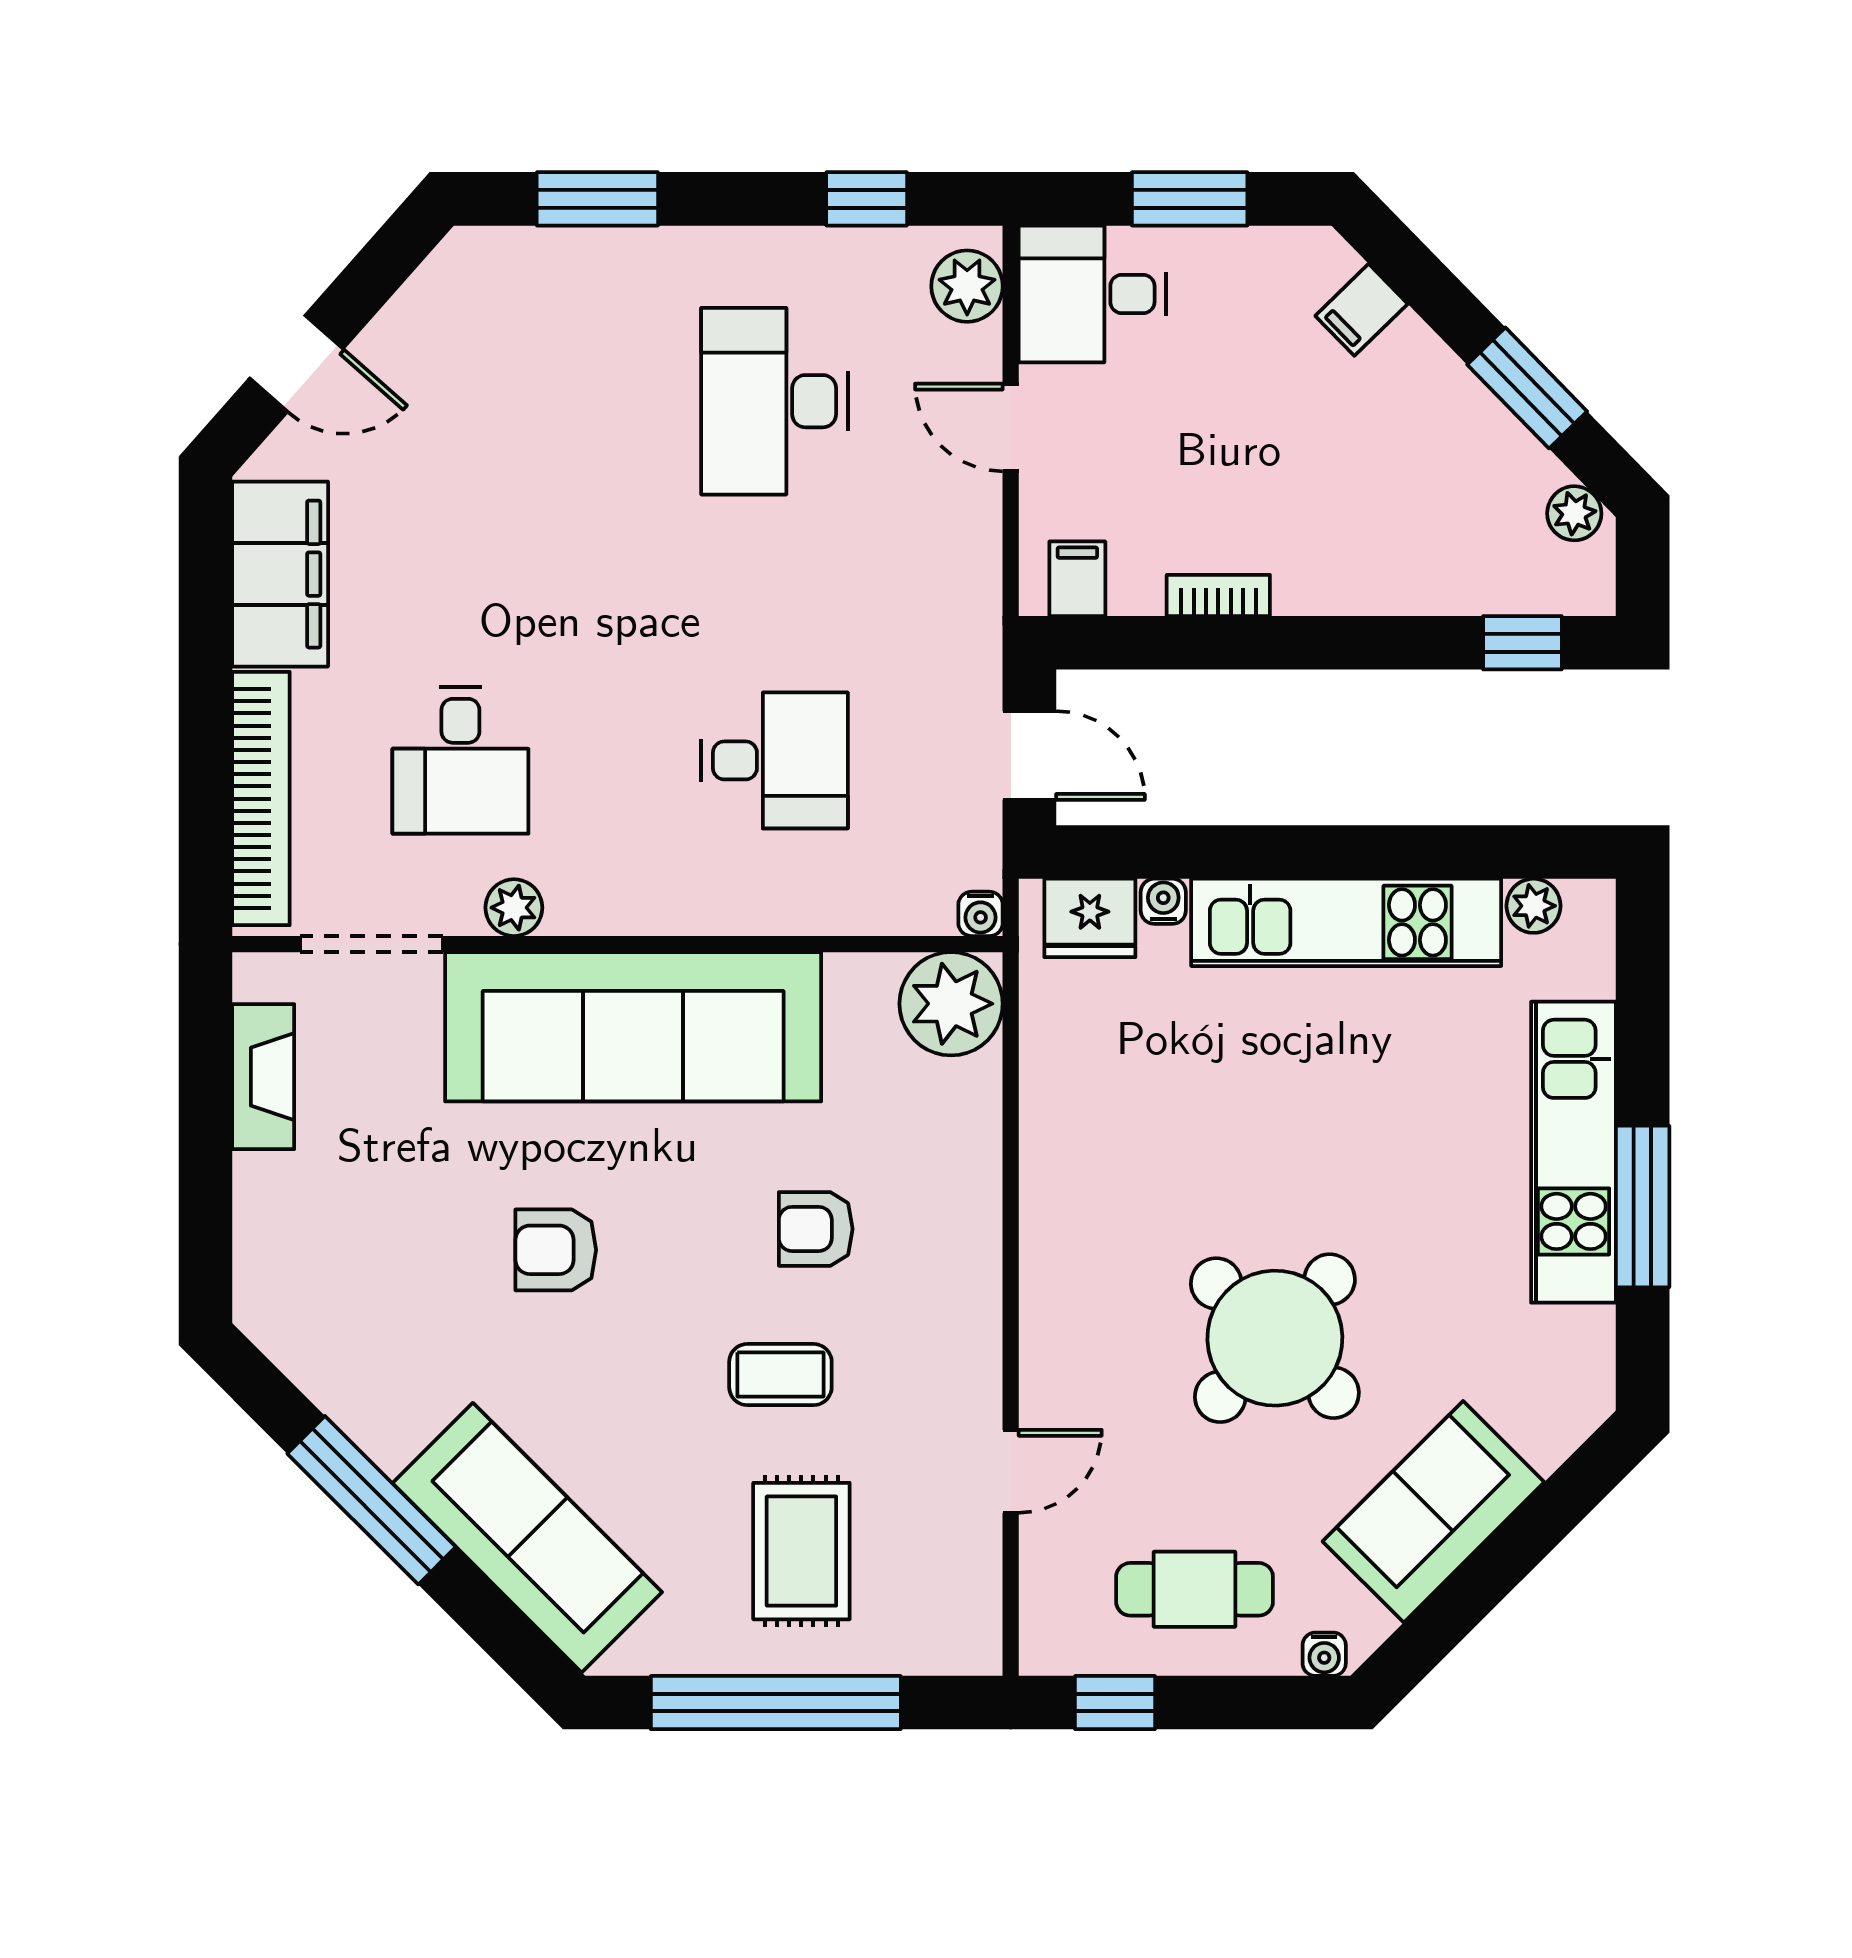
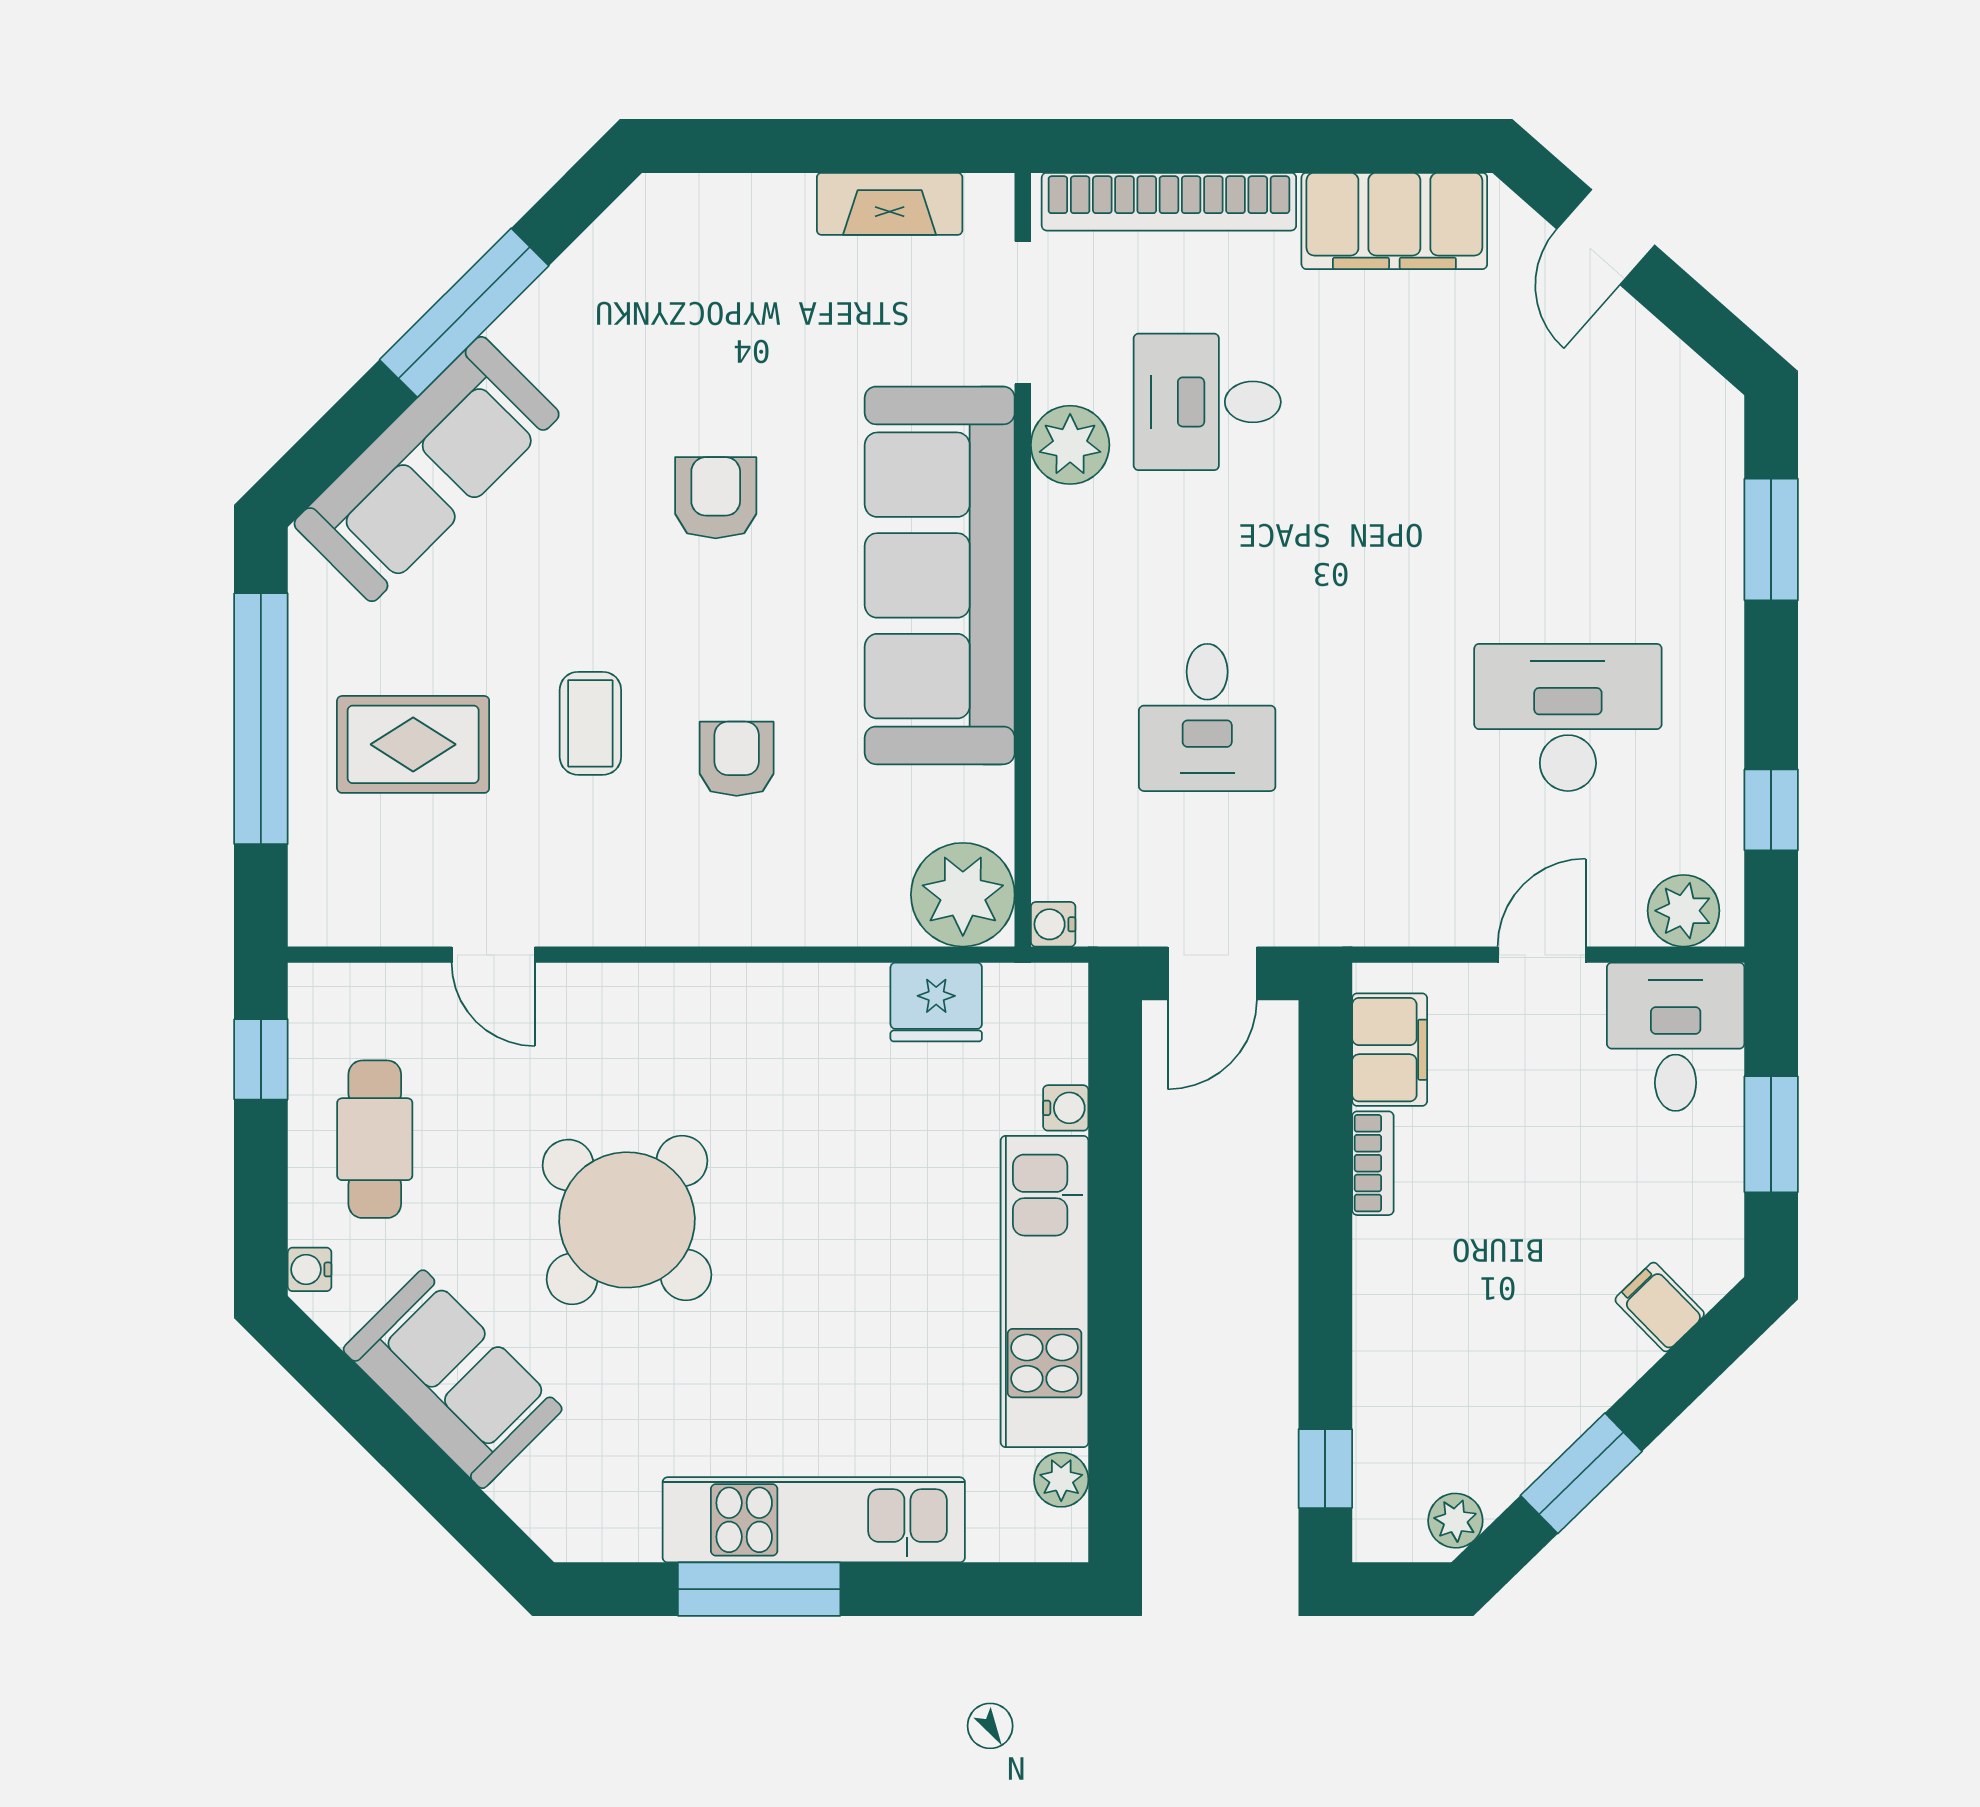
filing cabinet: (1077, 579) -> (1390, 1050), width x2.00
plant: (514, 908) -> (1070, 445), width x1.38, depth x1.38
fridge: (1090, 918) -> (936, 1002), moved, turned -90

